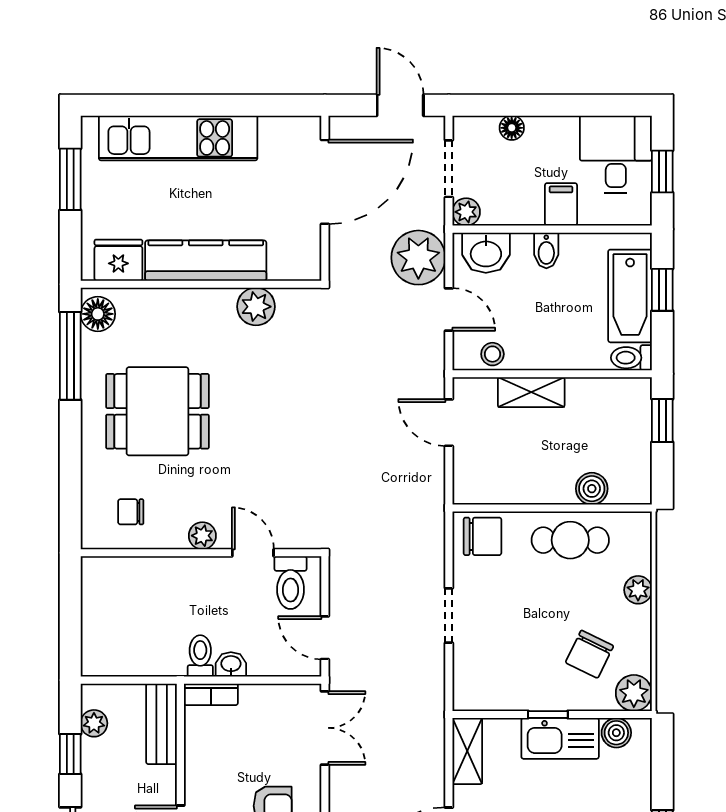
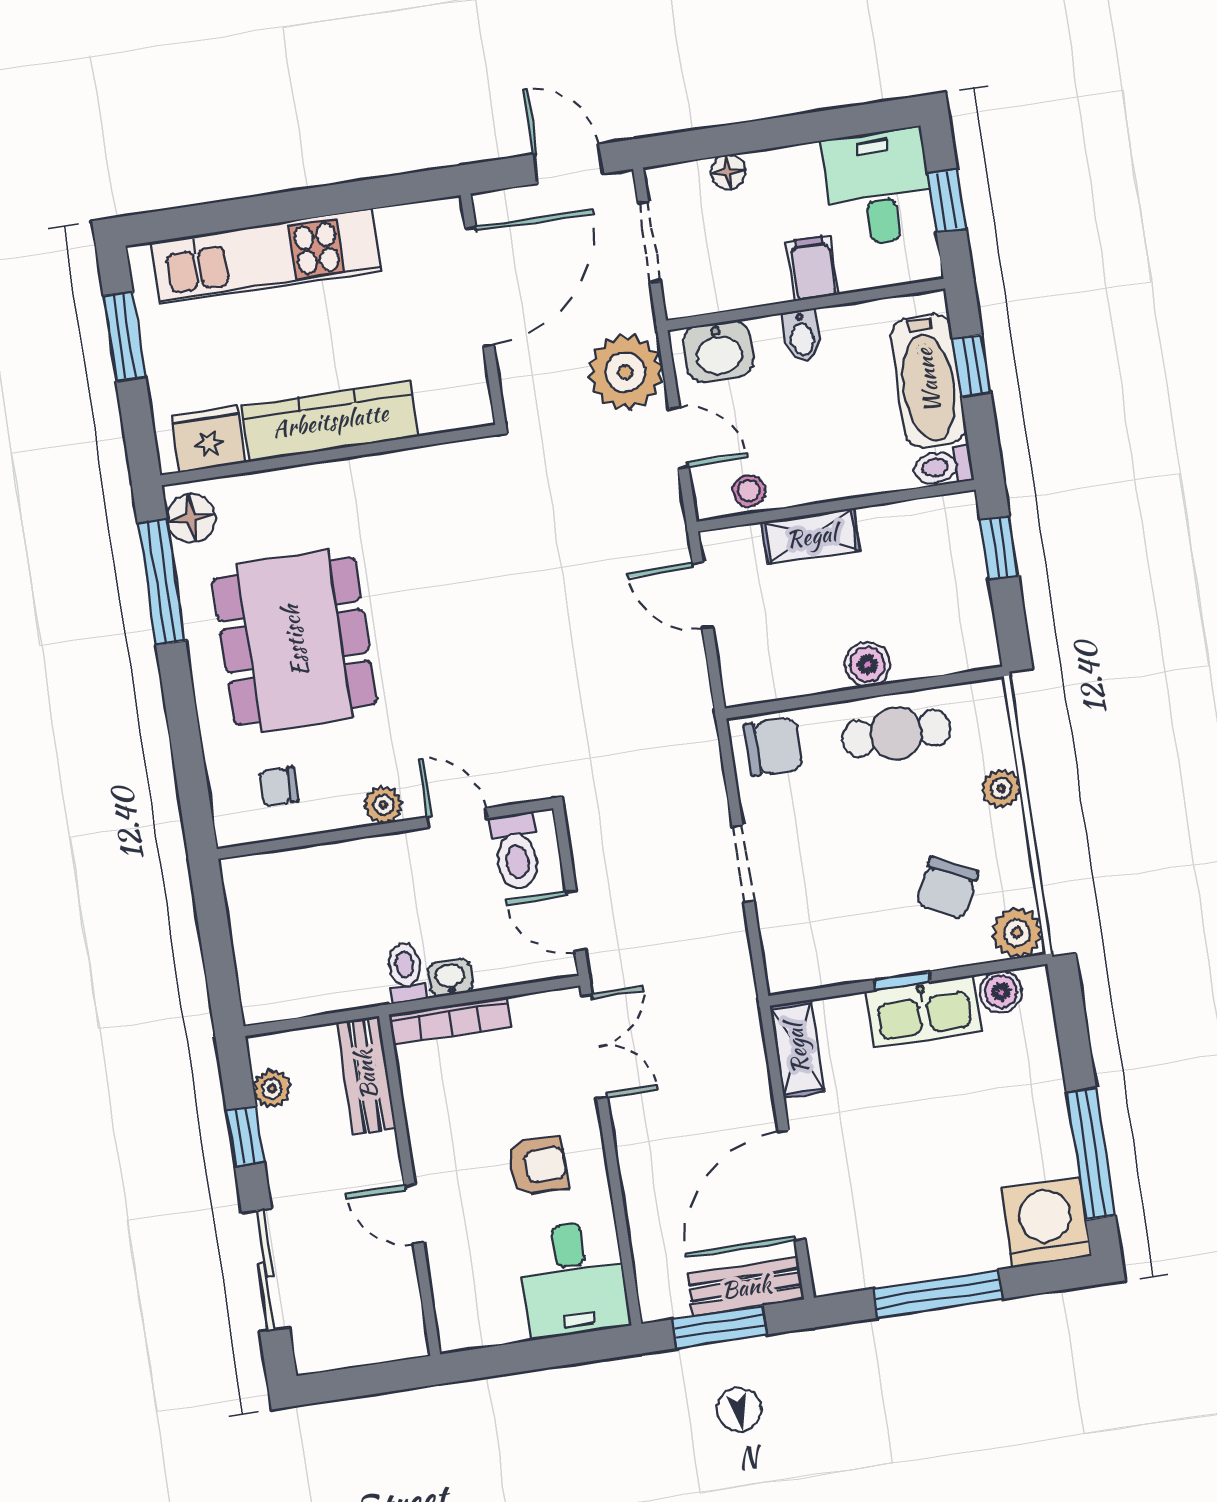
plant: (466, 212) -> (682, 299), removed
plant: (256, 307) -> (410, 474), removed
dining table: (157, 411) -> (295, 641), width x1.38
boiler: (592, 489) -> (867, 664), moved
bookcase: (211, 694) -> (450, 1021), width x1.56

